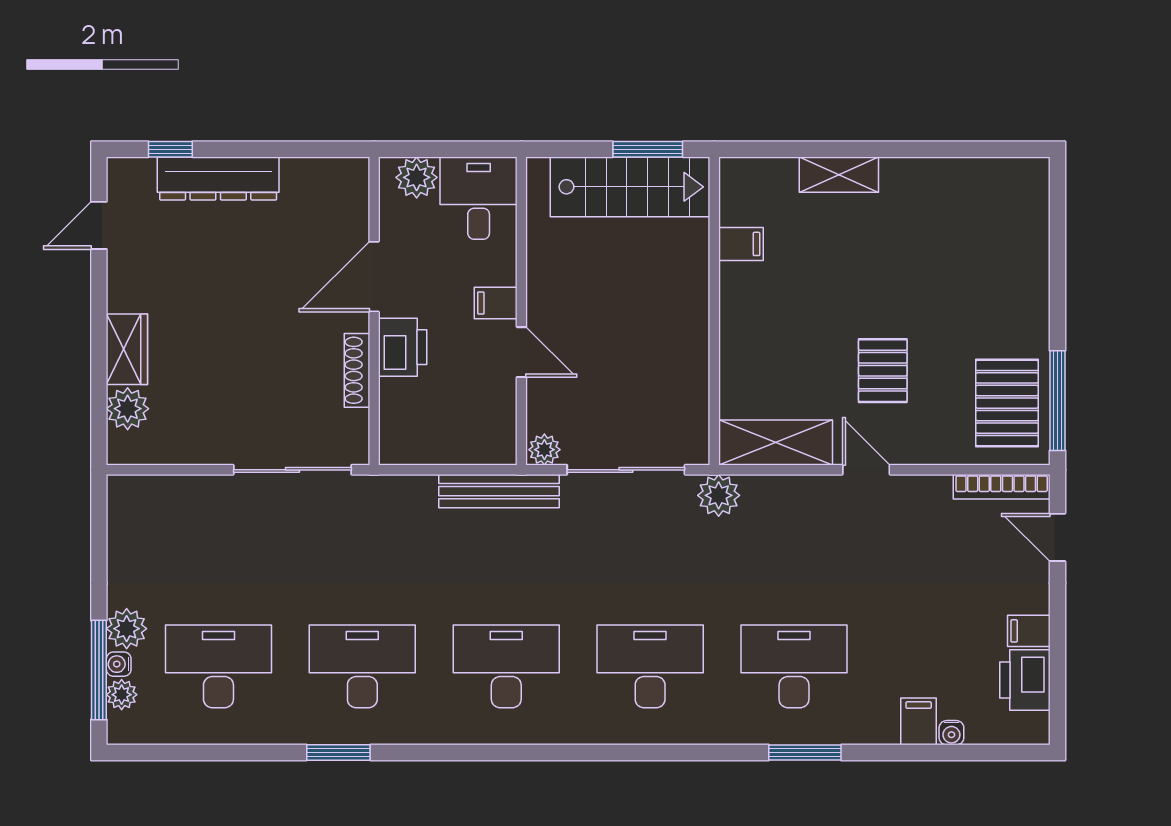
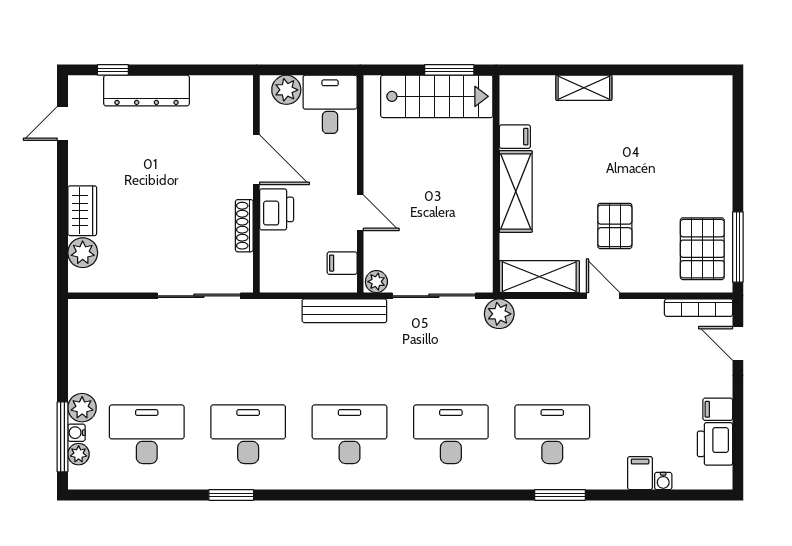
door: (374, 277) -> (256, 160), swing flipped
filing cabinet: (496, 303) -> (342, 263), moved
shelving: (742, 322) -> (516, 191), added

